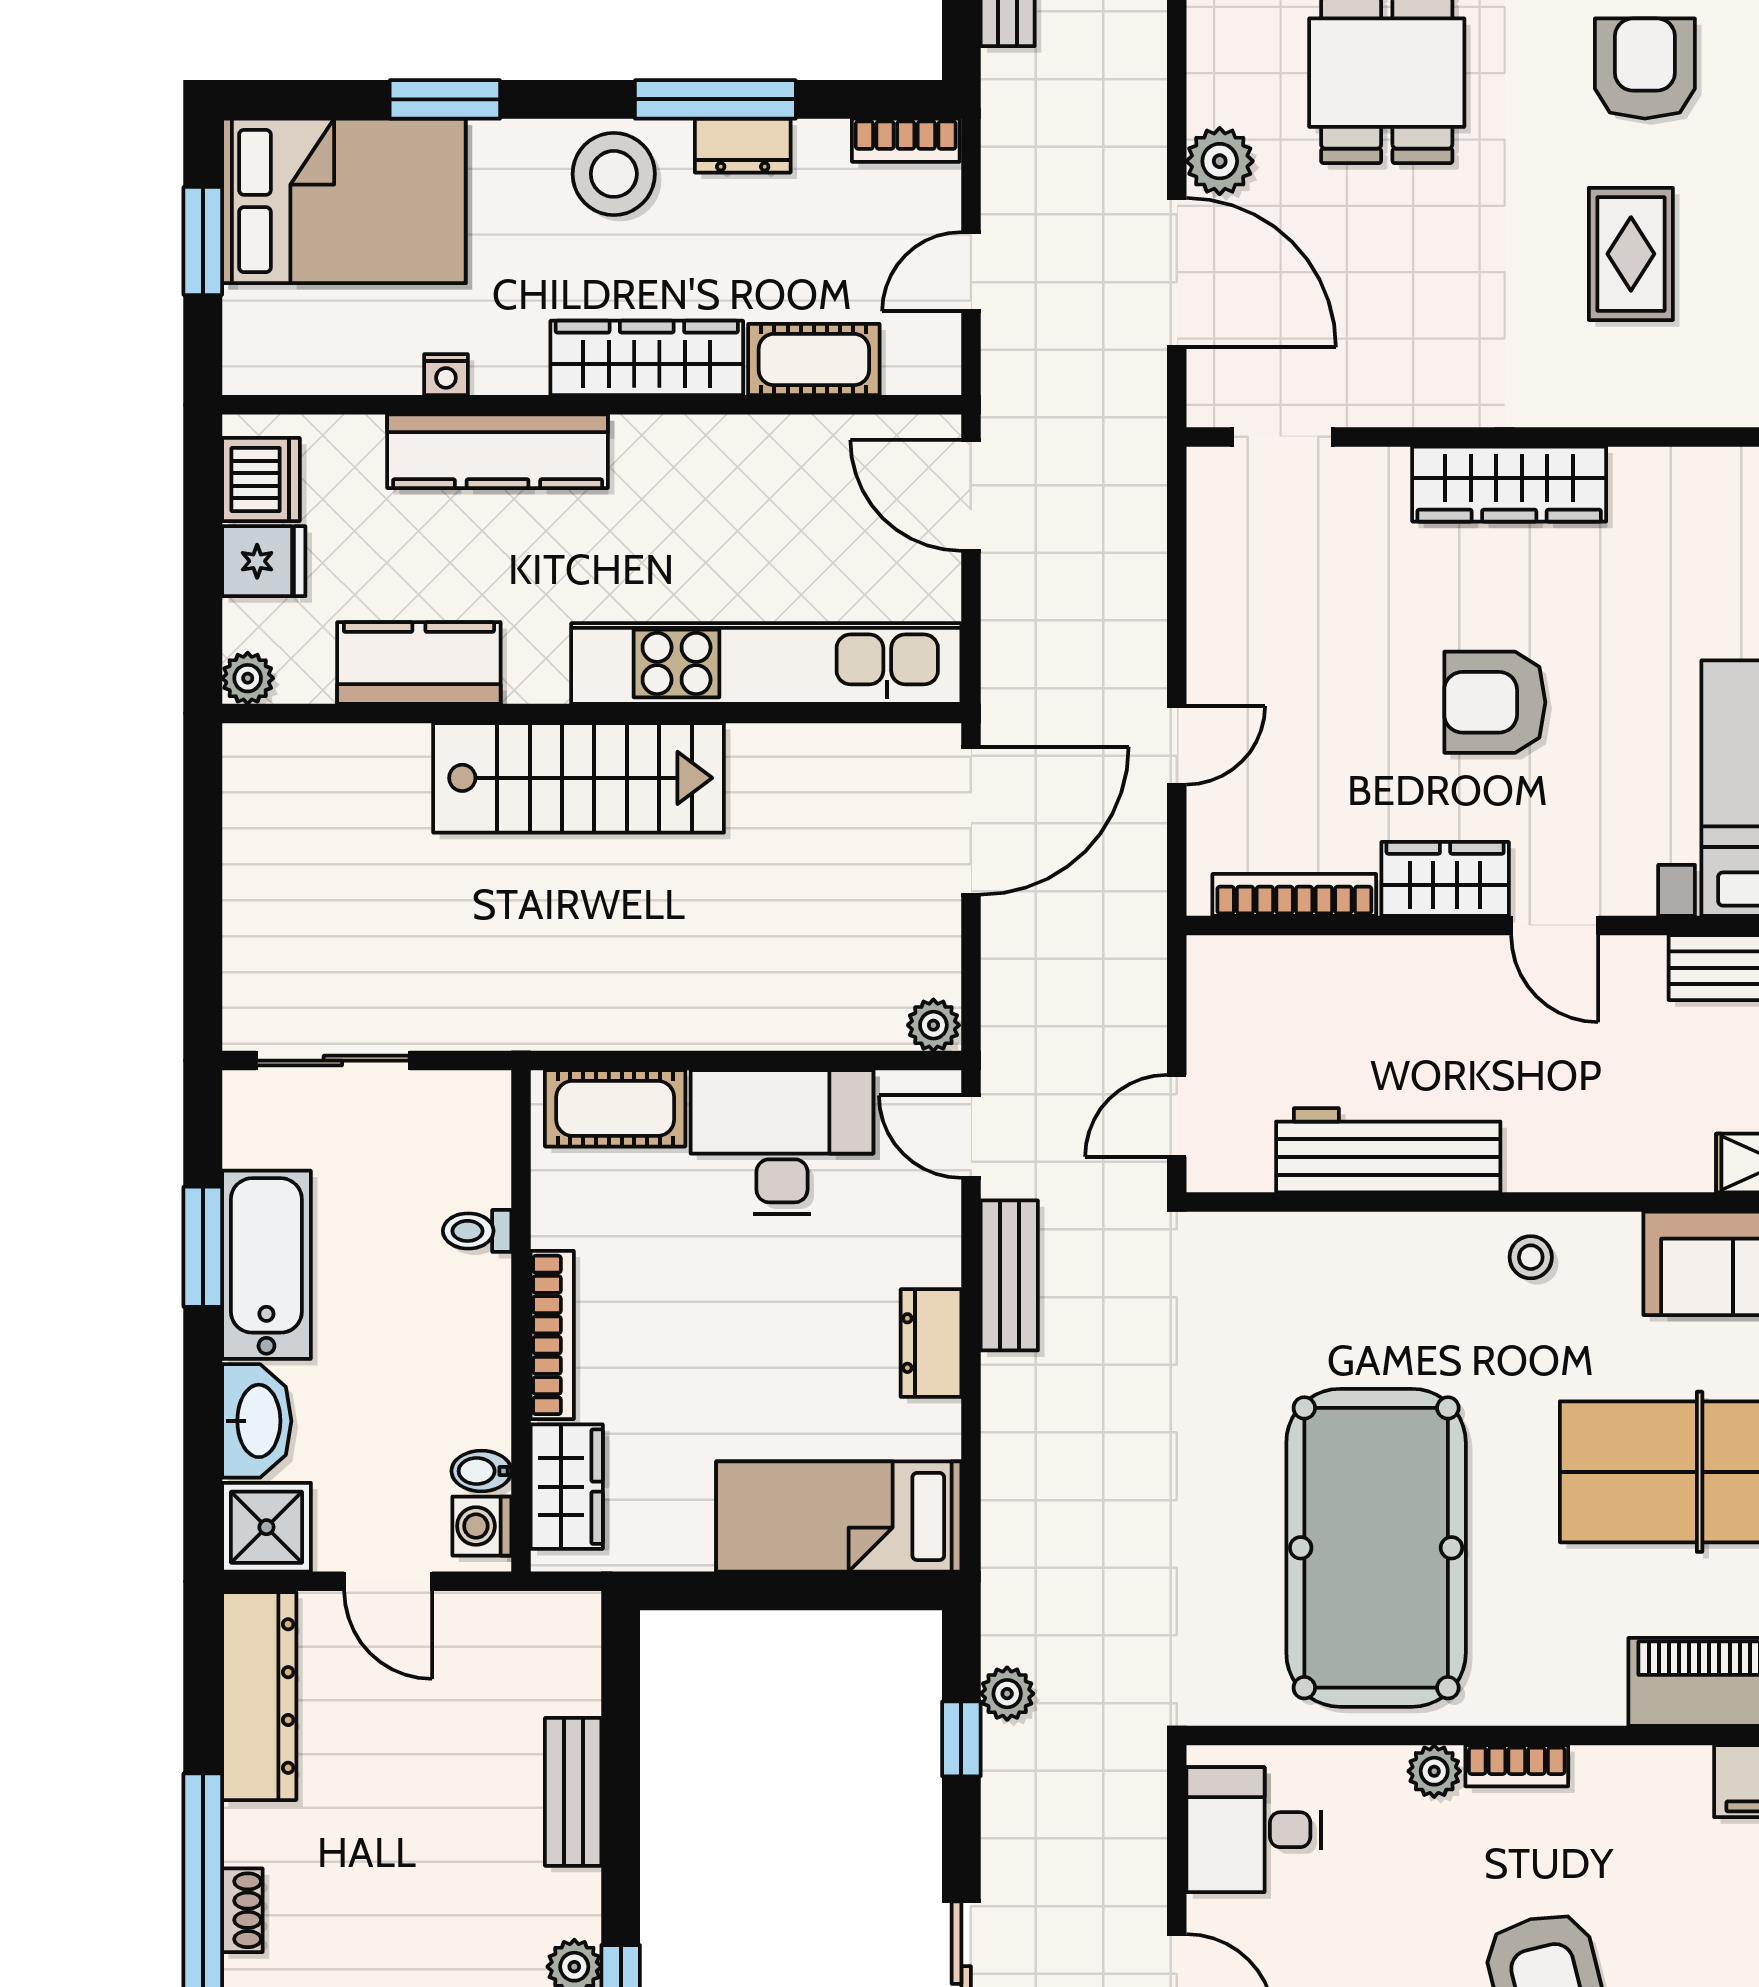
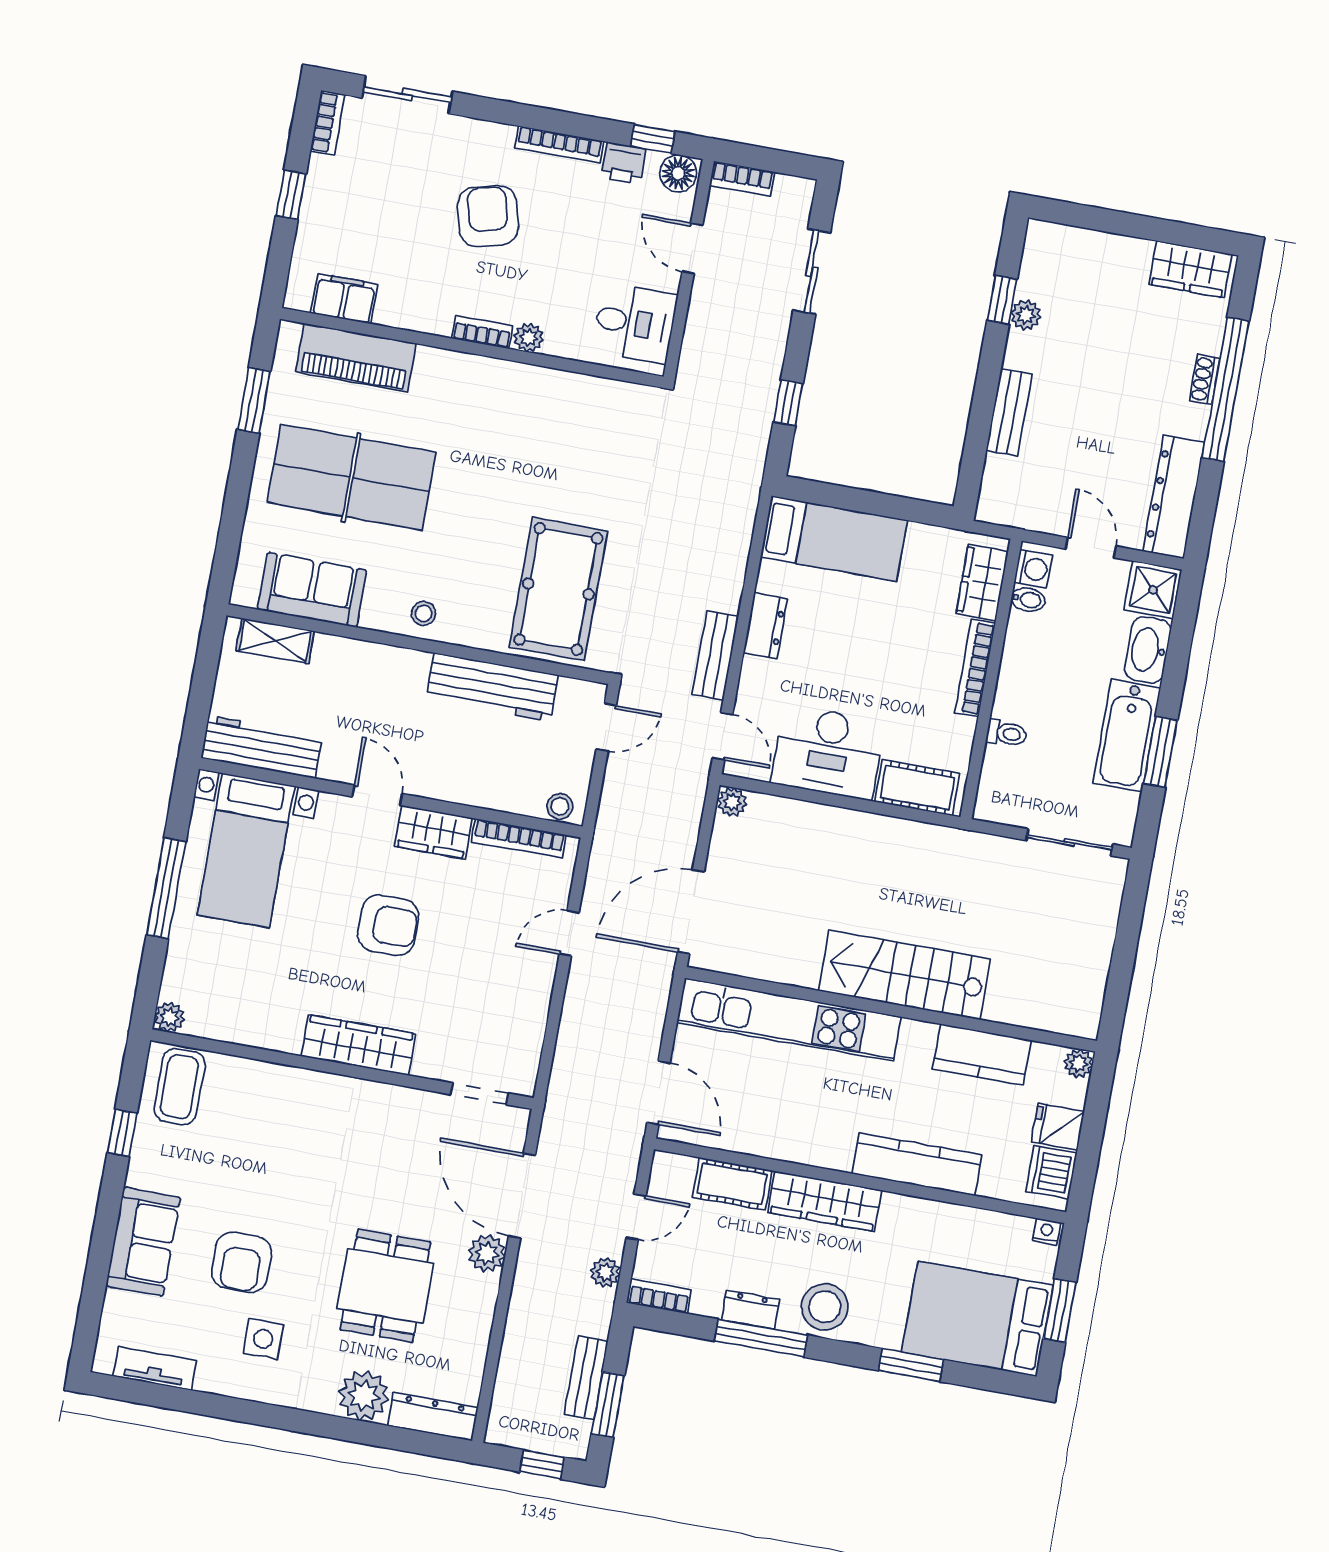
rug: (1631, 254) -> (268, 1161), removed
nightstand: (446, 375) -> (1047, 1232), moved
stool: (1233, 963) -> (560, 806), added
pool table: (1376, 1548) -> (558, 589), moved, width x0.73, depth x0.76
plant: (1007, 1694) -> (605, 1272), moved

